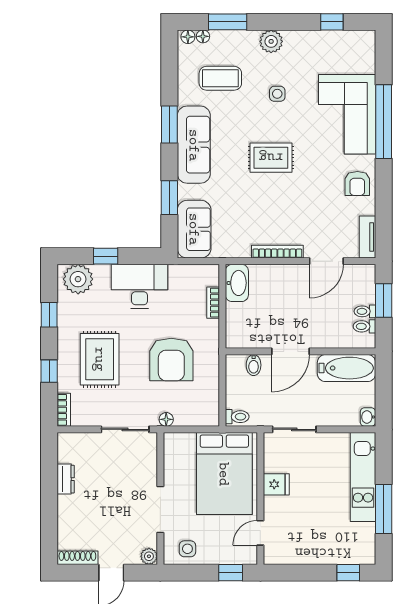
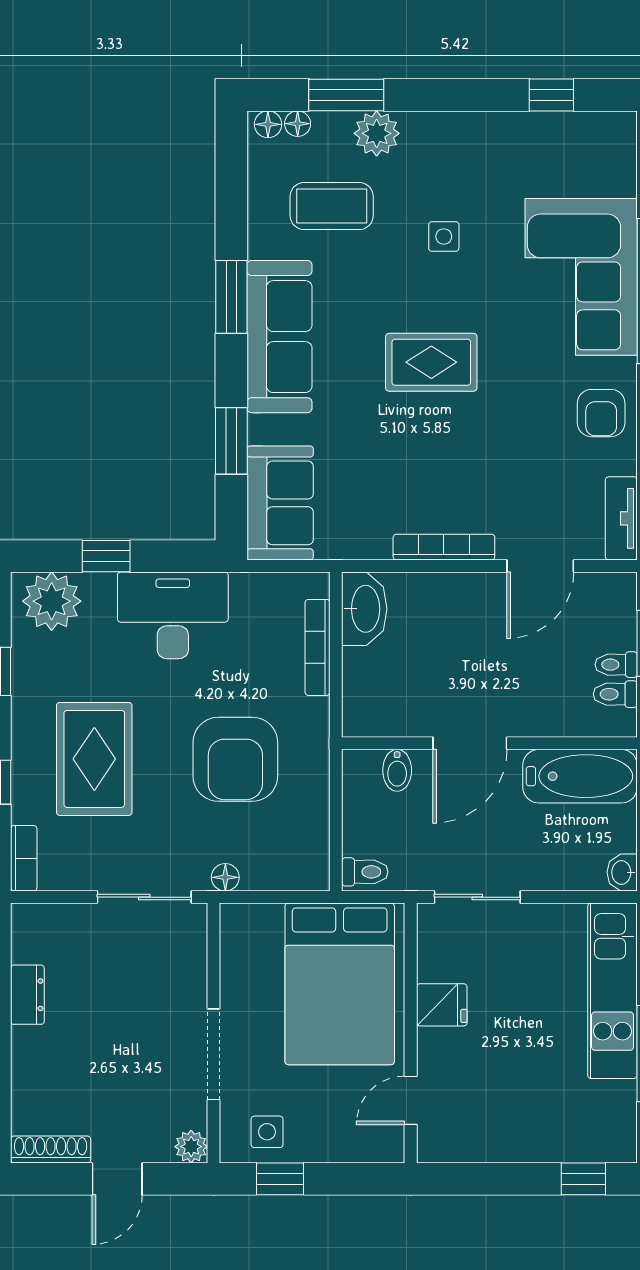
plant: (271, 41) -> (377, 133), moved
bookcase: (213, 303) -> (318, 647), width x1.56
window: (231, 573) -> (280, 1179), moved

